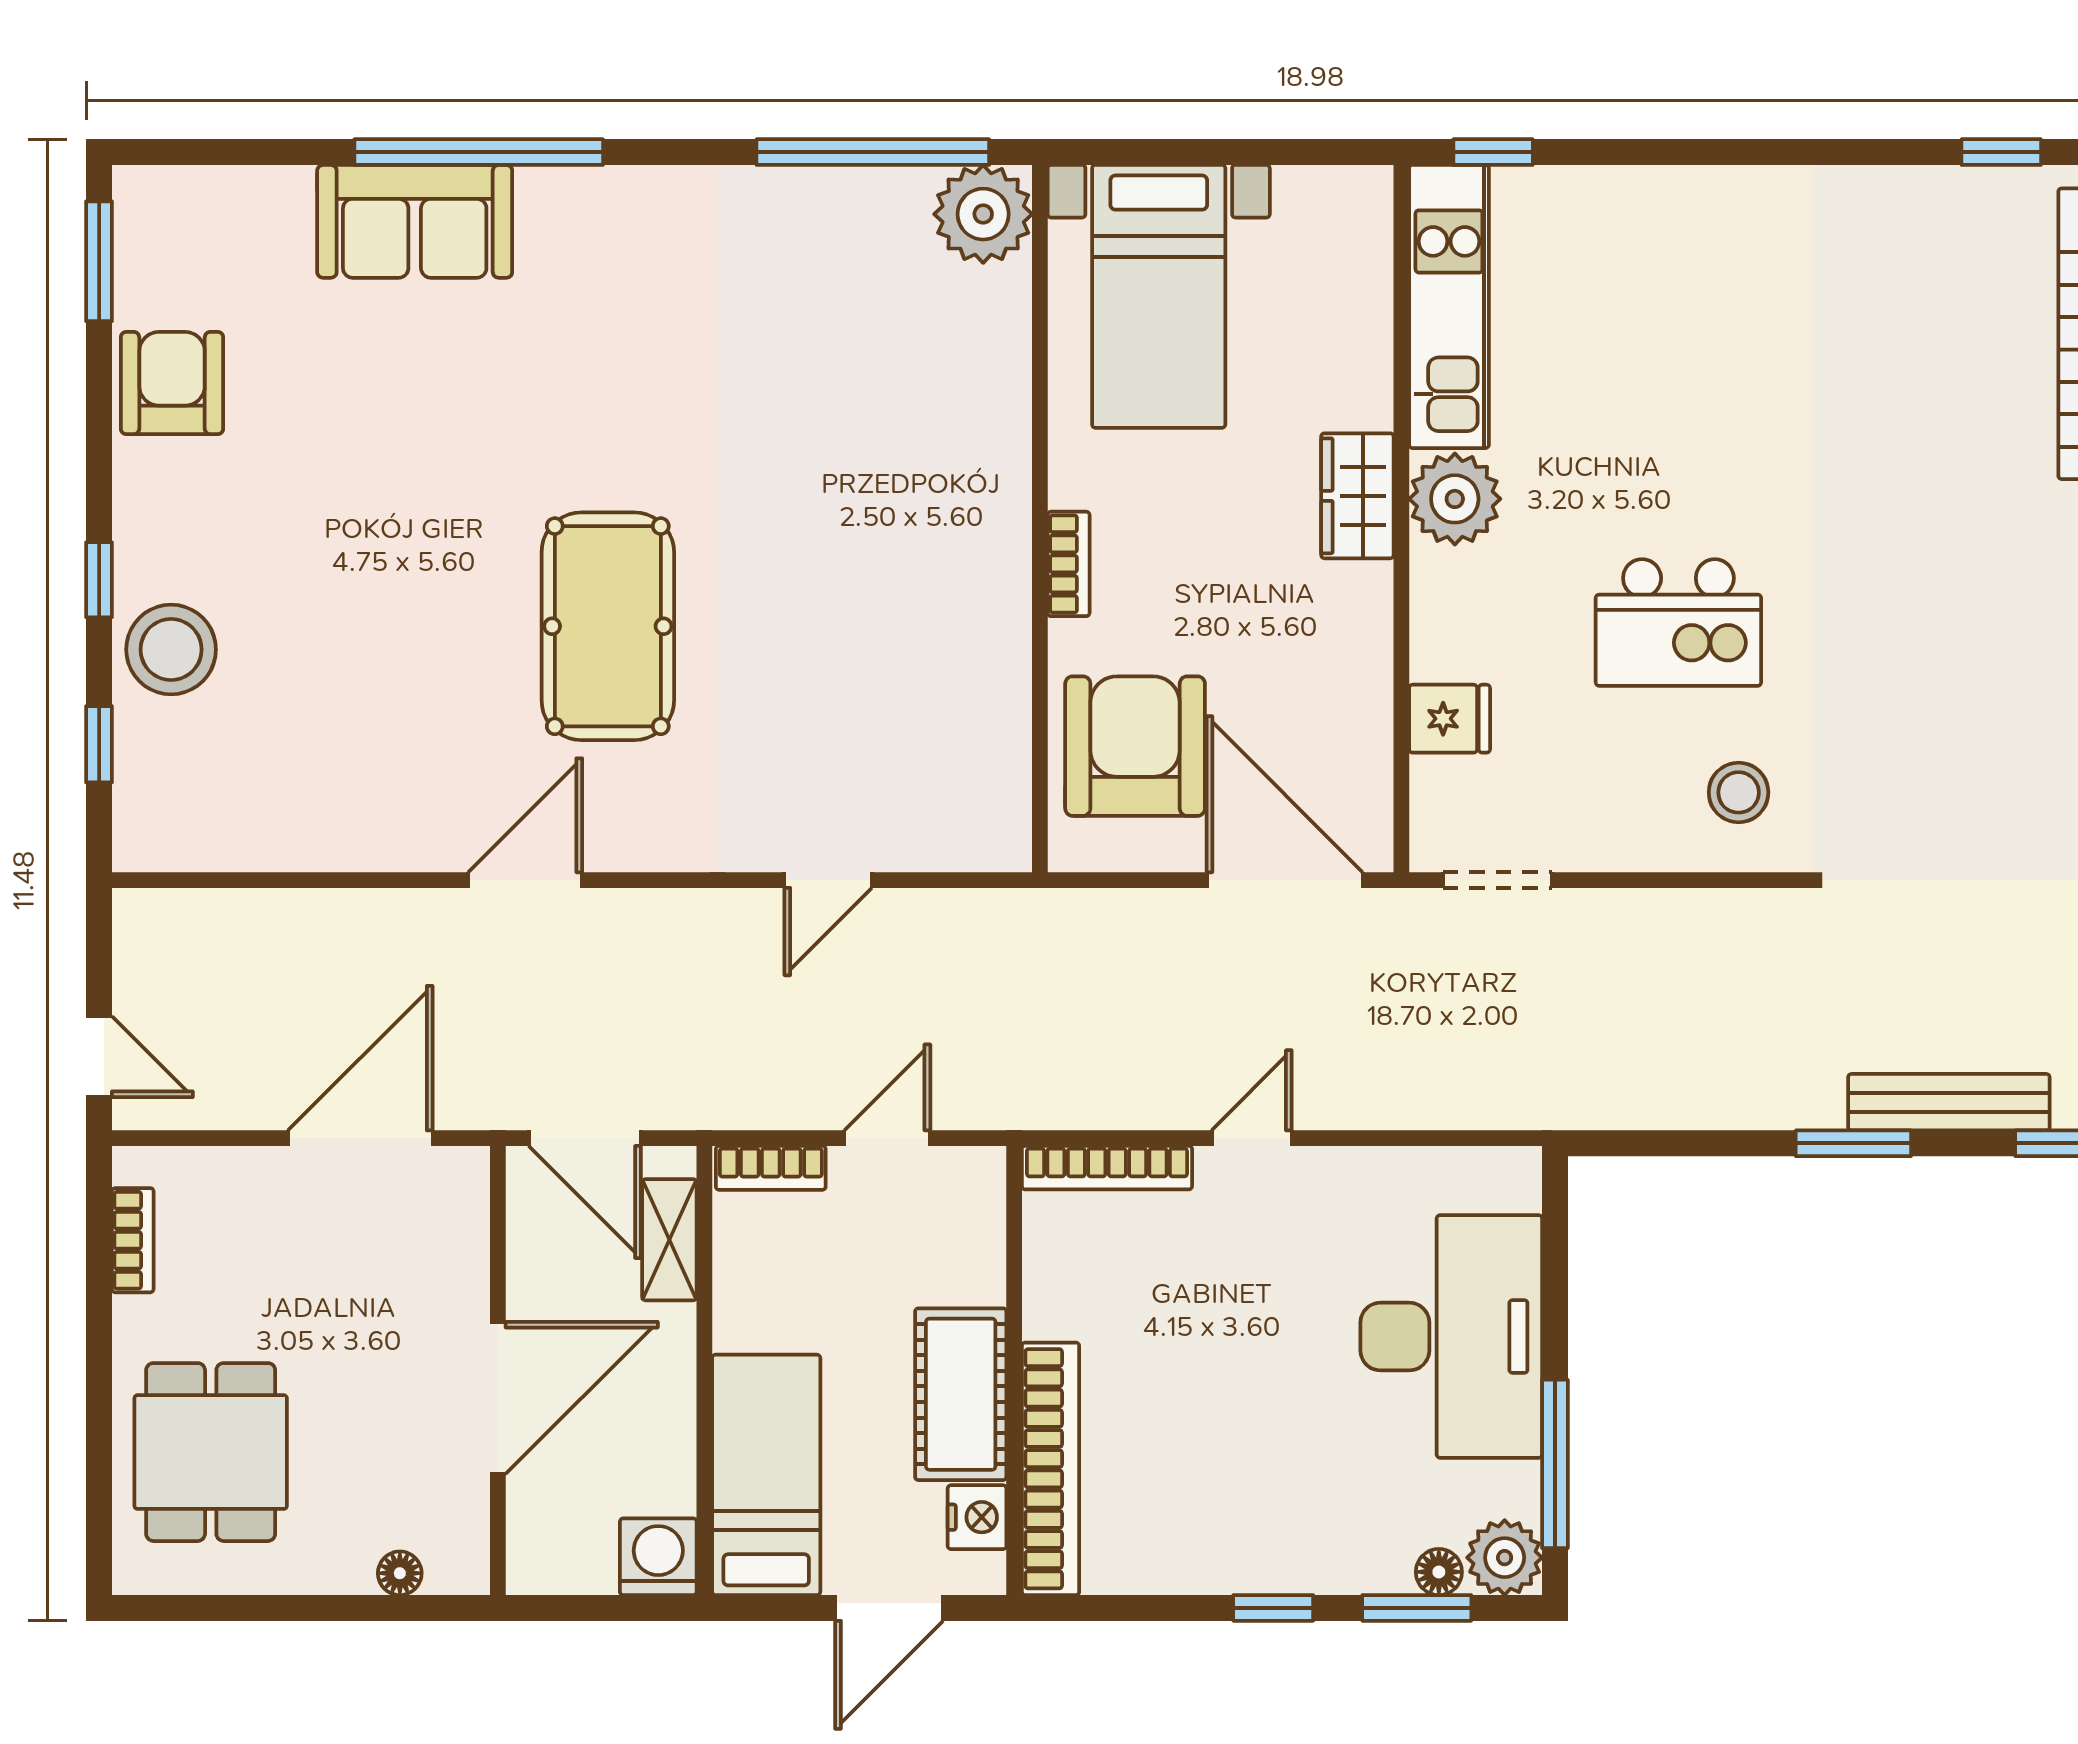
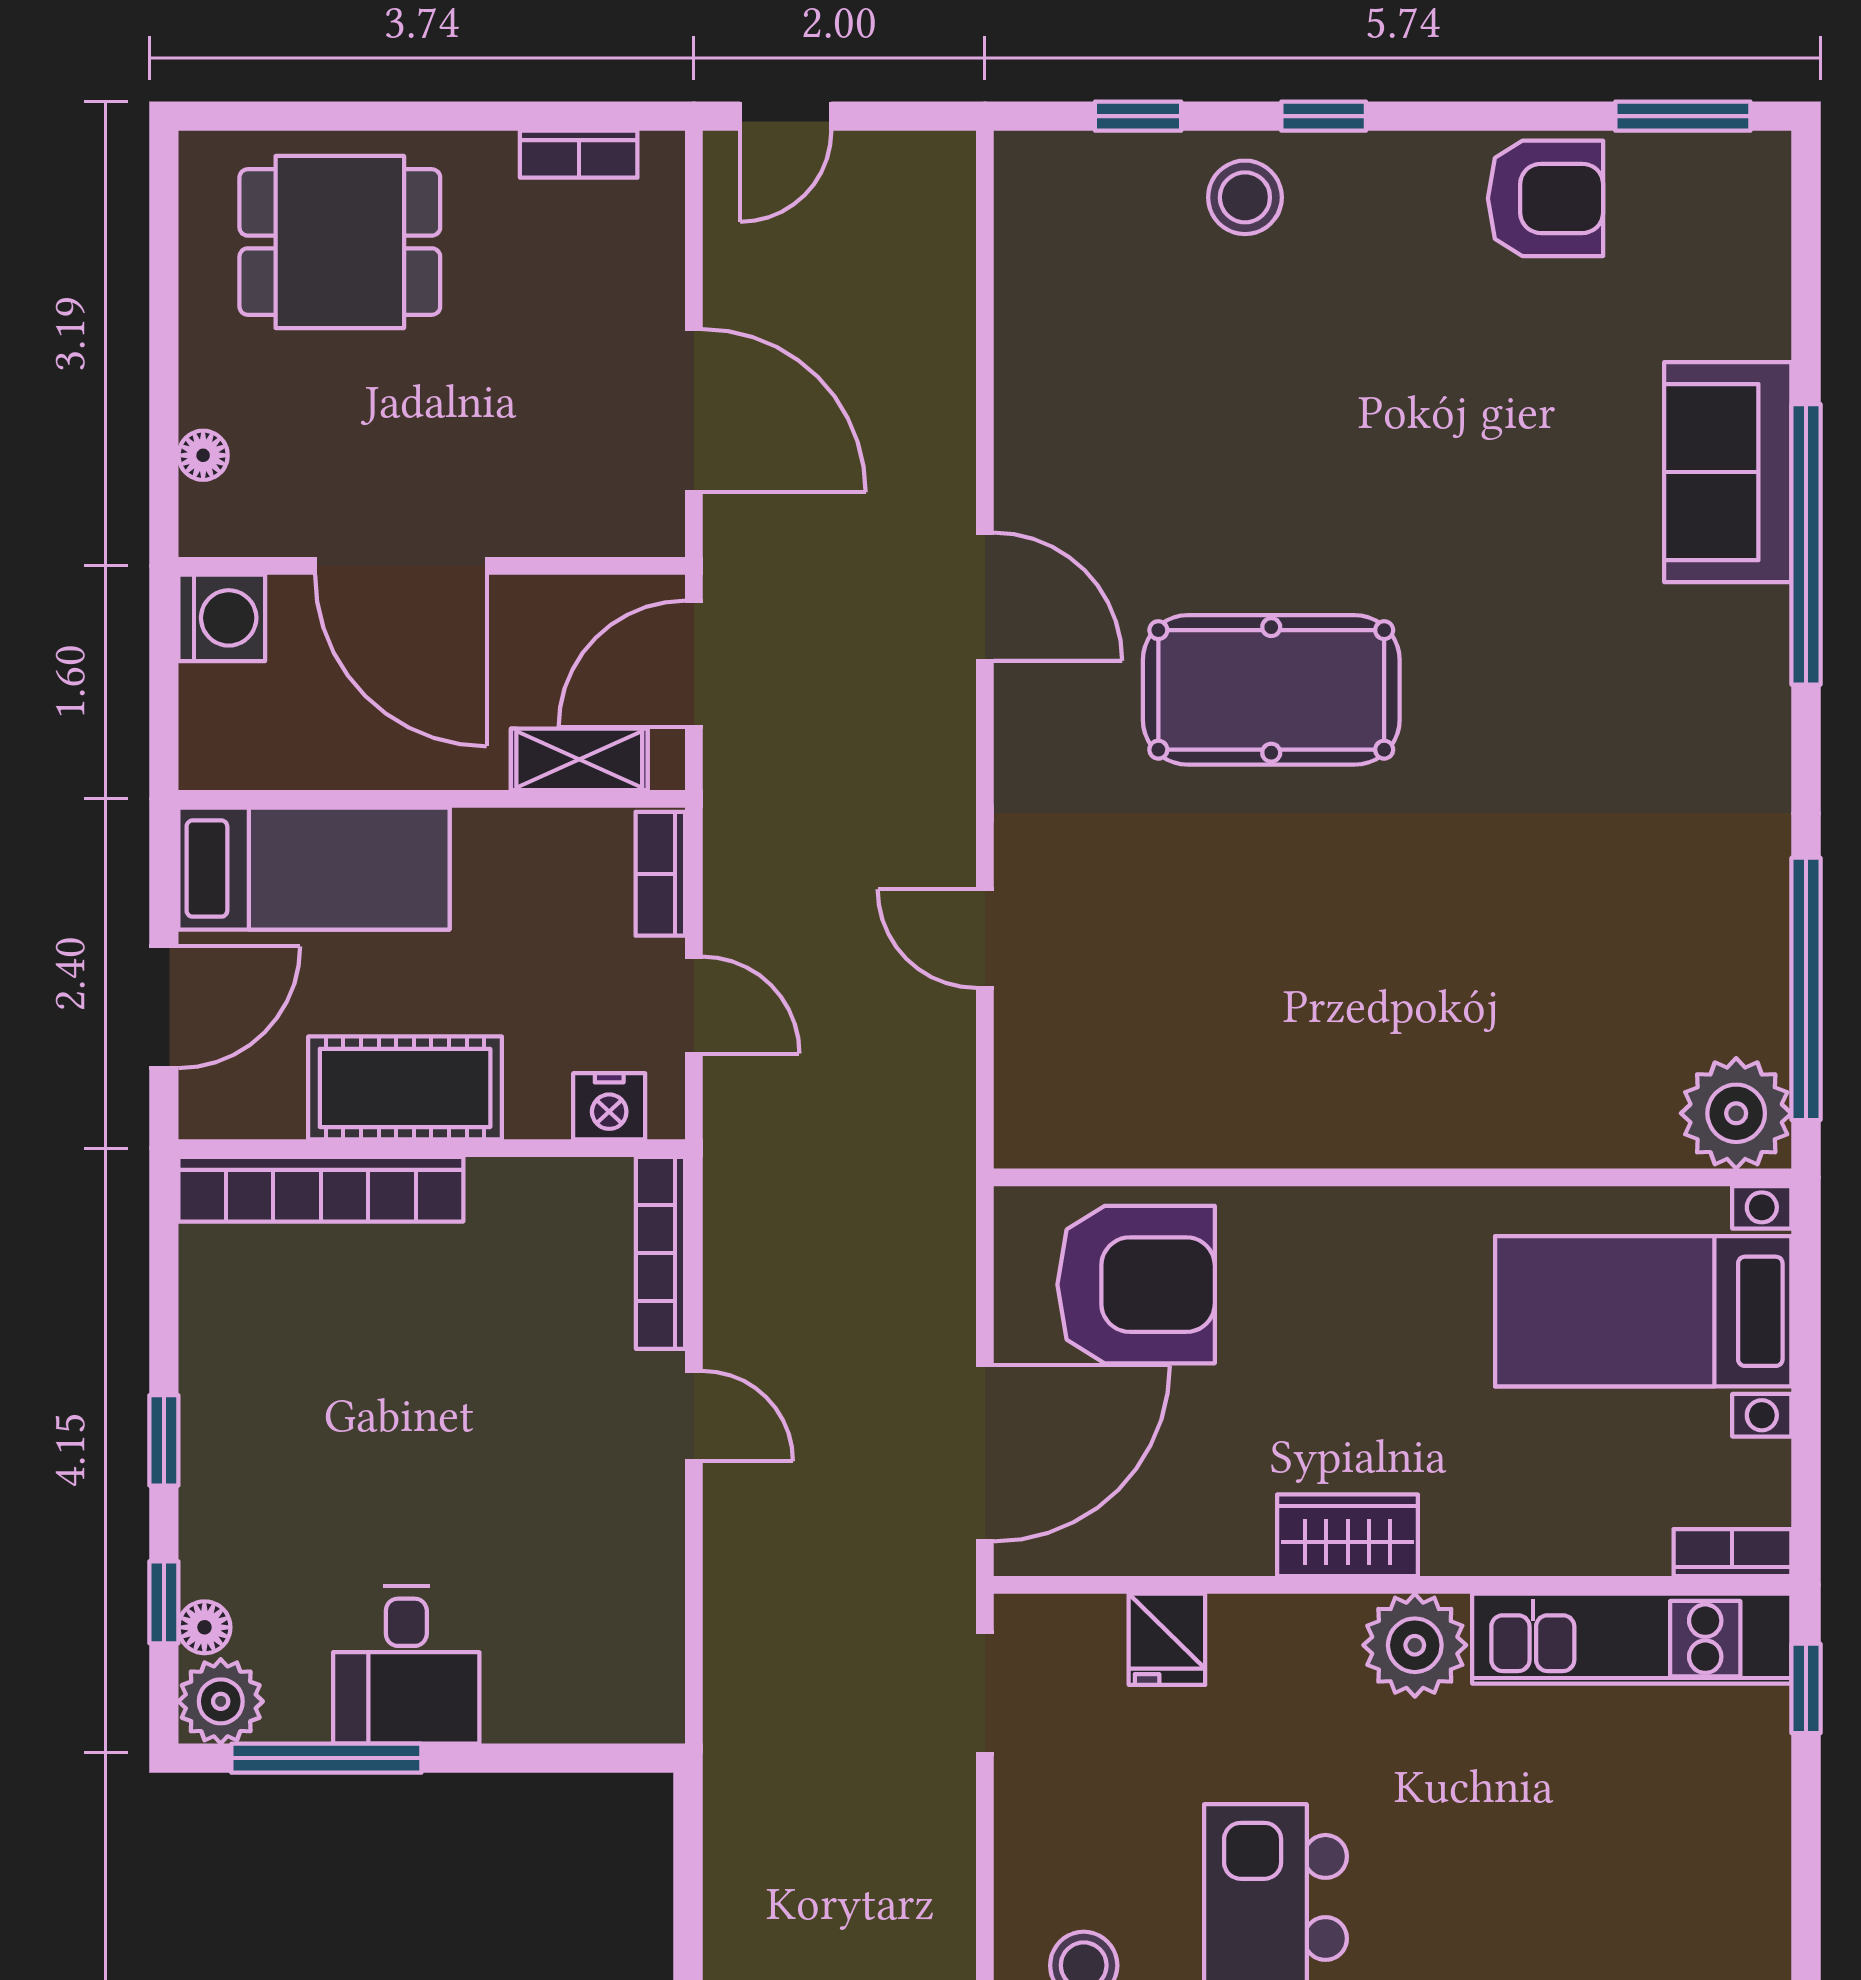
wardrobe: (1357, 496) -> (1348, 1535), moved
bookcase: (1069, 564) -> (1732, 1553), moved, turned 180
stool: (171, 650) -> (1245, 197), width x0.73, depth x0.73
desk: (1451, 1337) -> (406, 1665), width x0.53, depth x0.77
nightstand: (977, 1517) -> (609, 1106), moved
washing machine: (658, 1557) -> (222, 618), moved
door: (889, 1608) -> (164, 1007), swing flipped
window: (1417, 1608) -> (164, 1602), width x0.67

